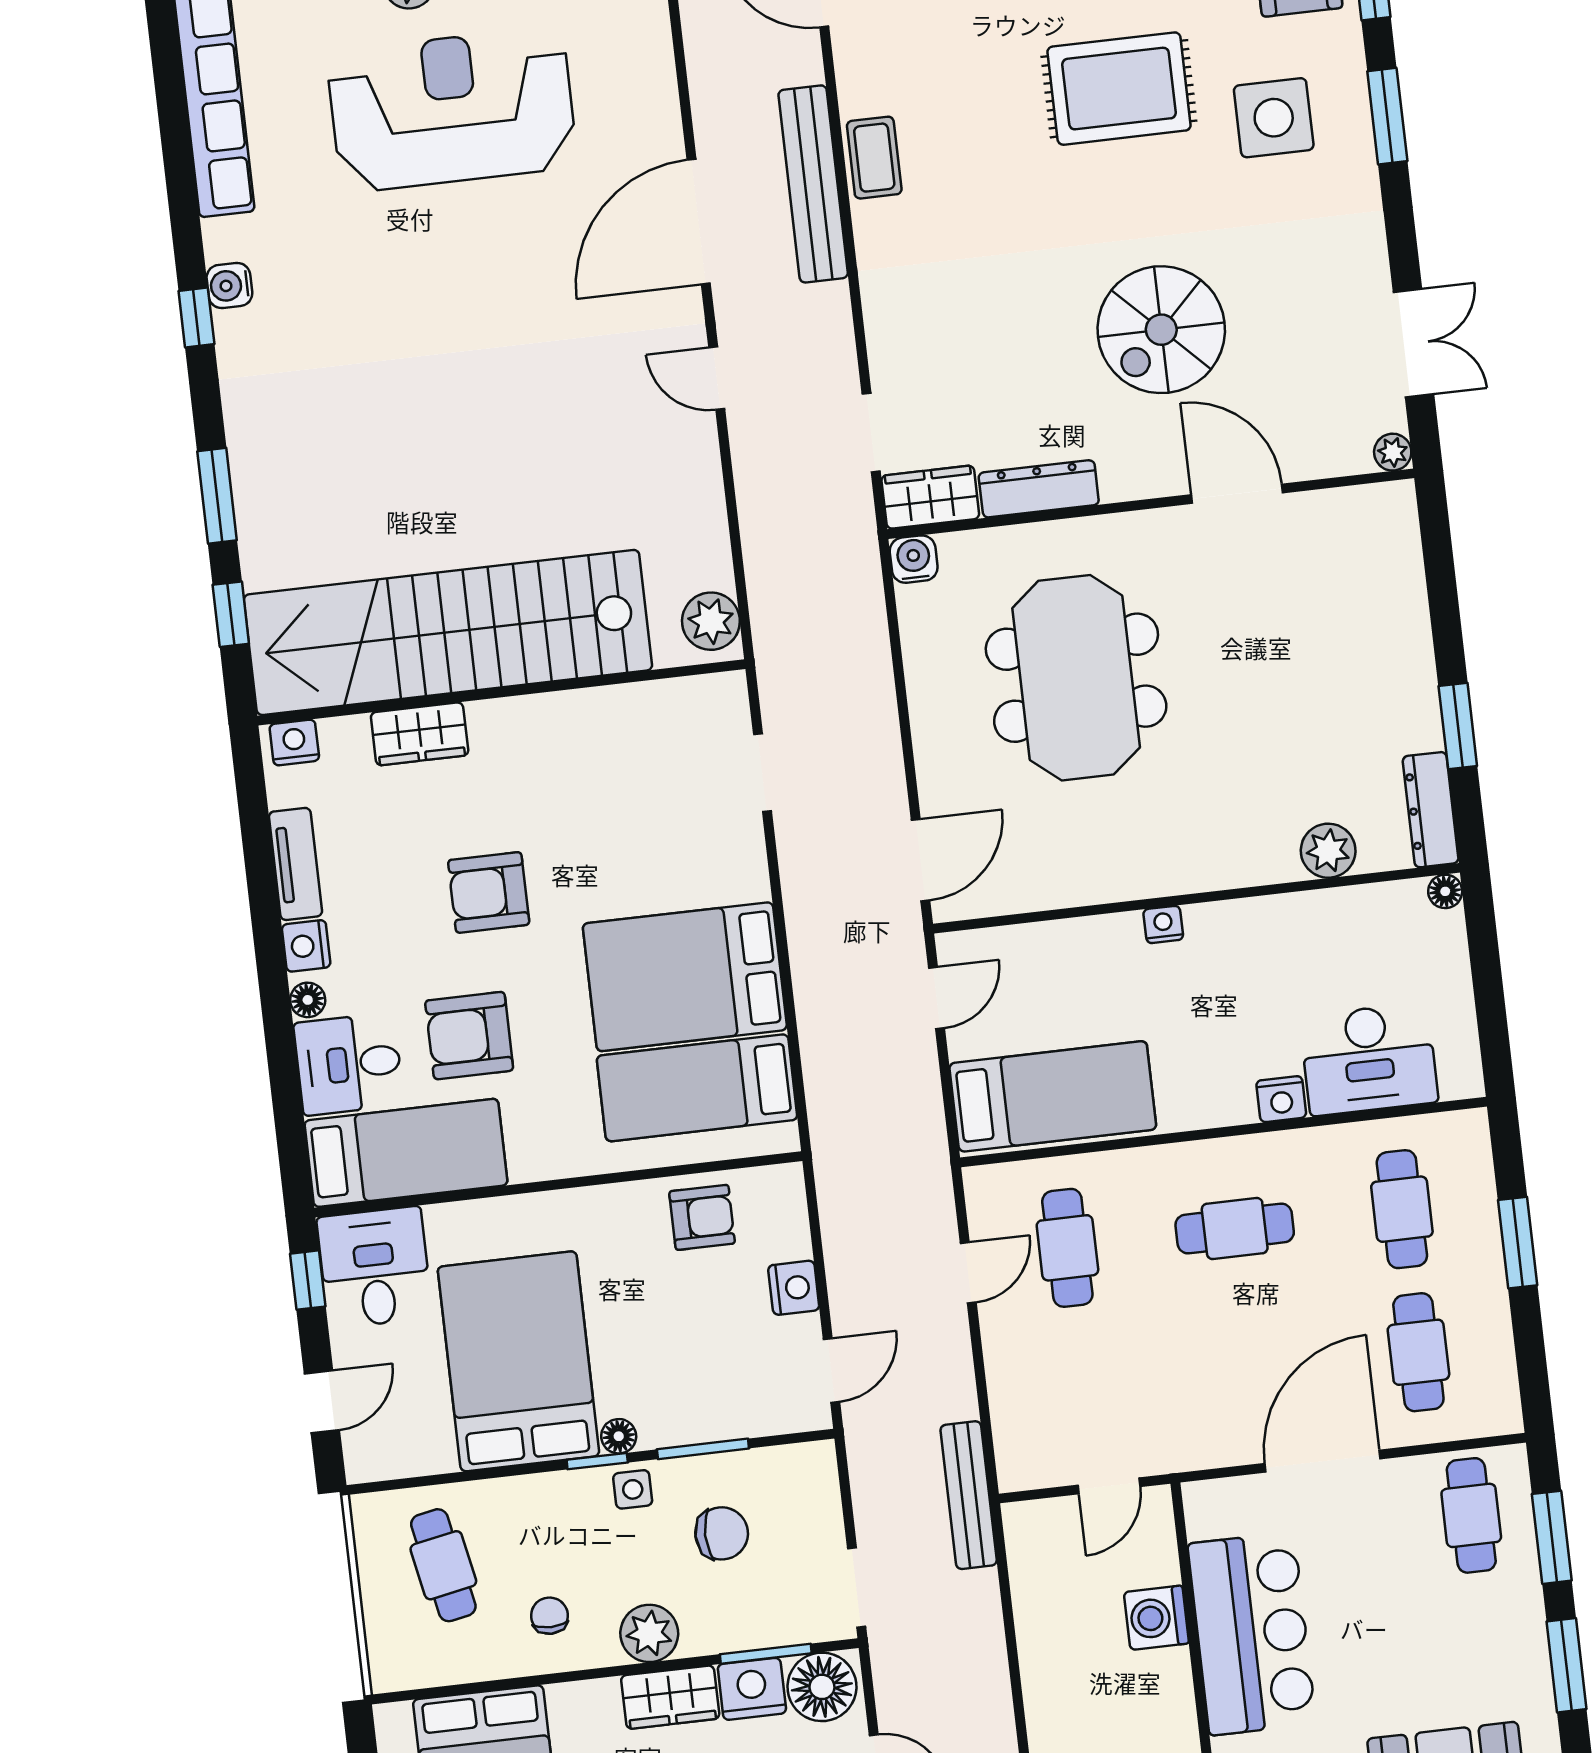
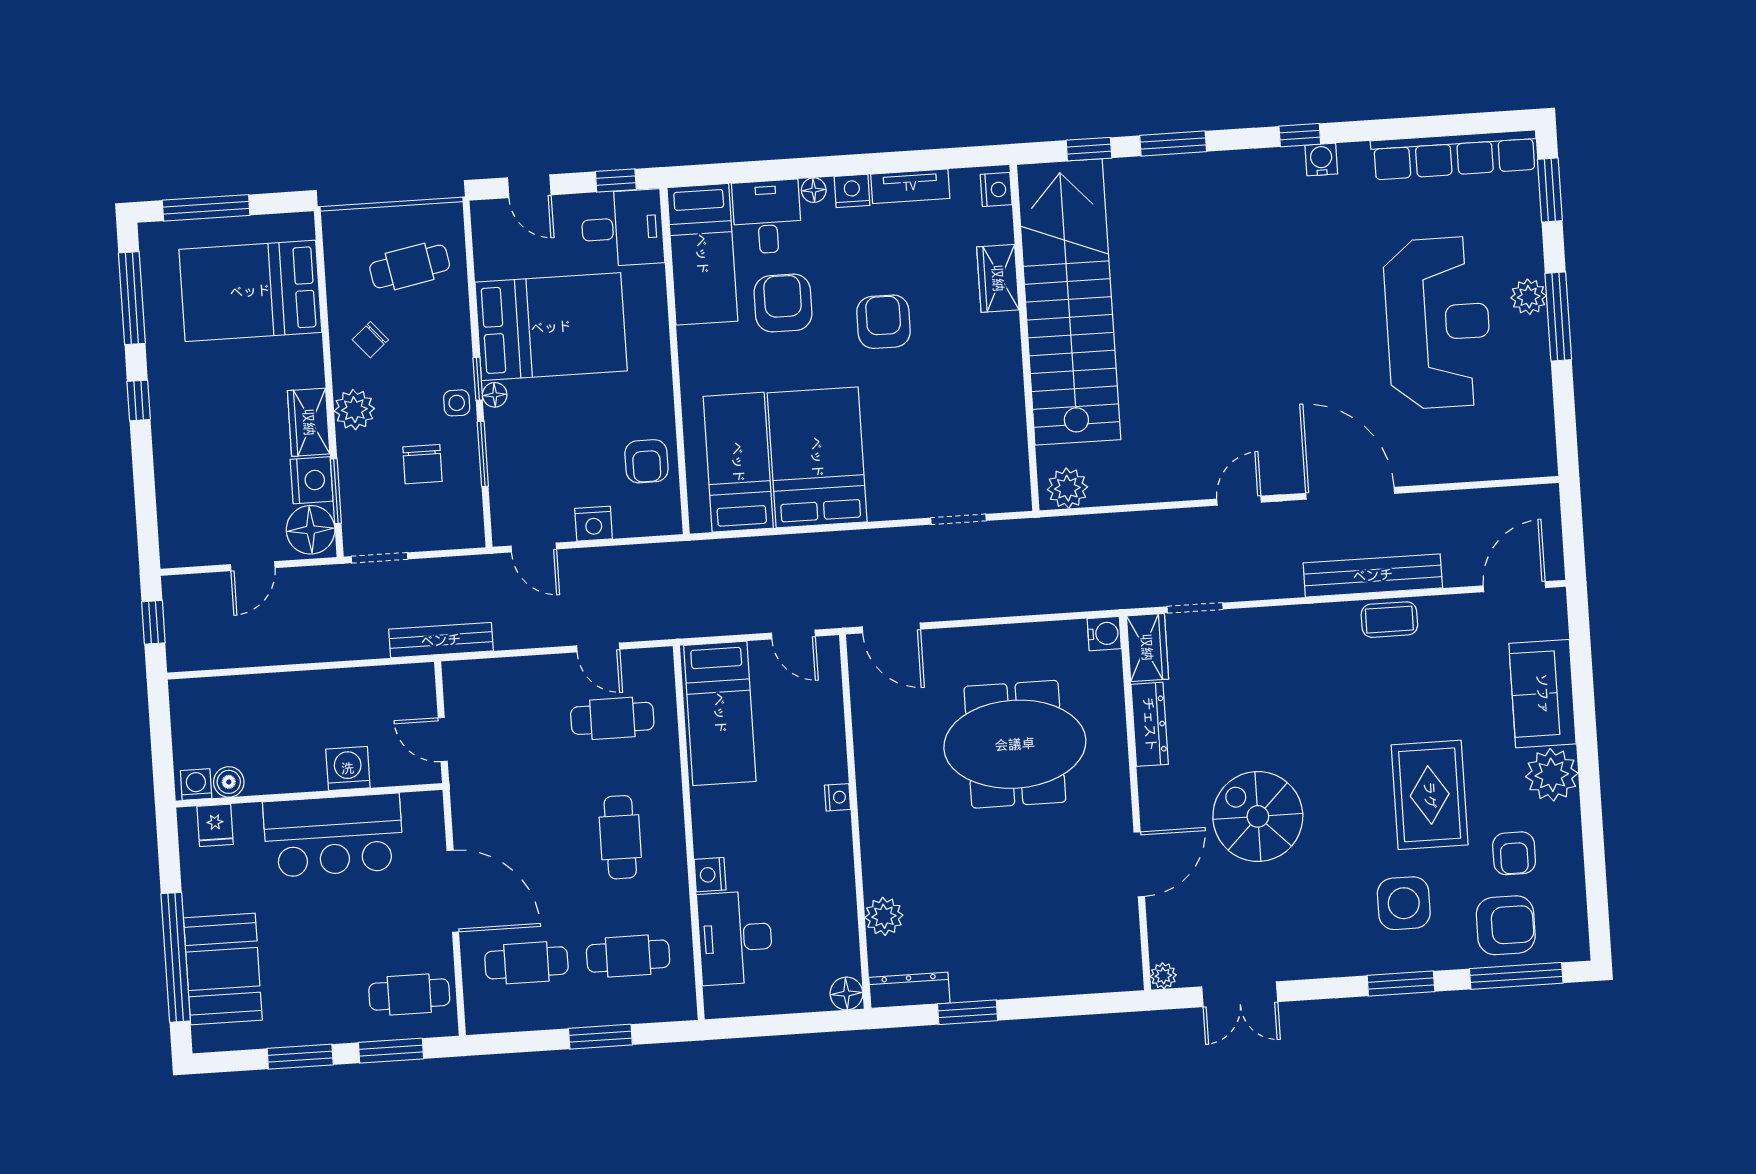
floor lamp: (1445, 891) -> (846, 994), width x1.37, depth x1.37
chair: (549, 1616) -> (370, 340), turned 139

